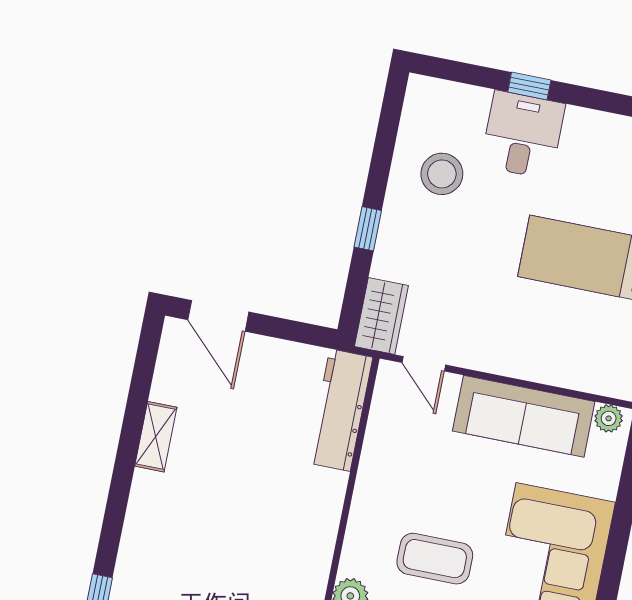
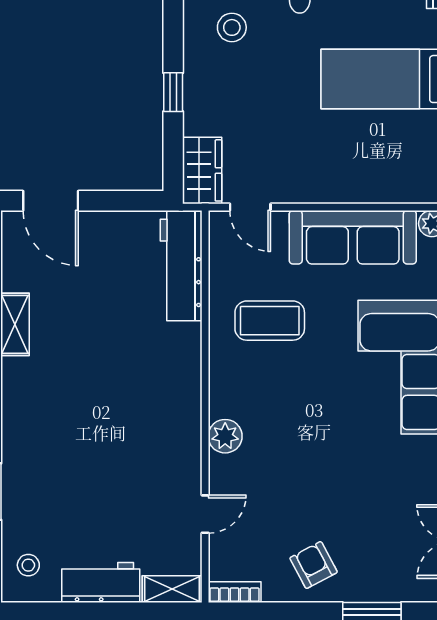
stool: (442, 174) -> (232, 27), width x0.73, depth x0.73
coffee table: (435, 559) -> (270, 321), moved

